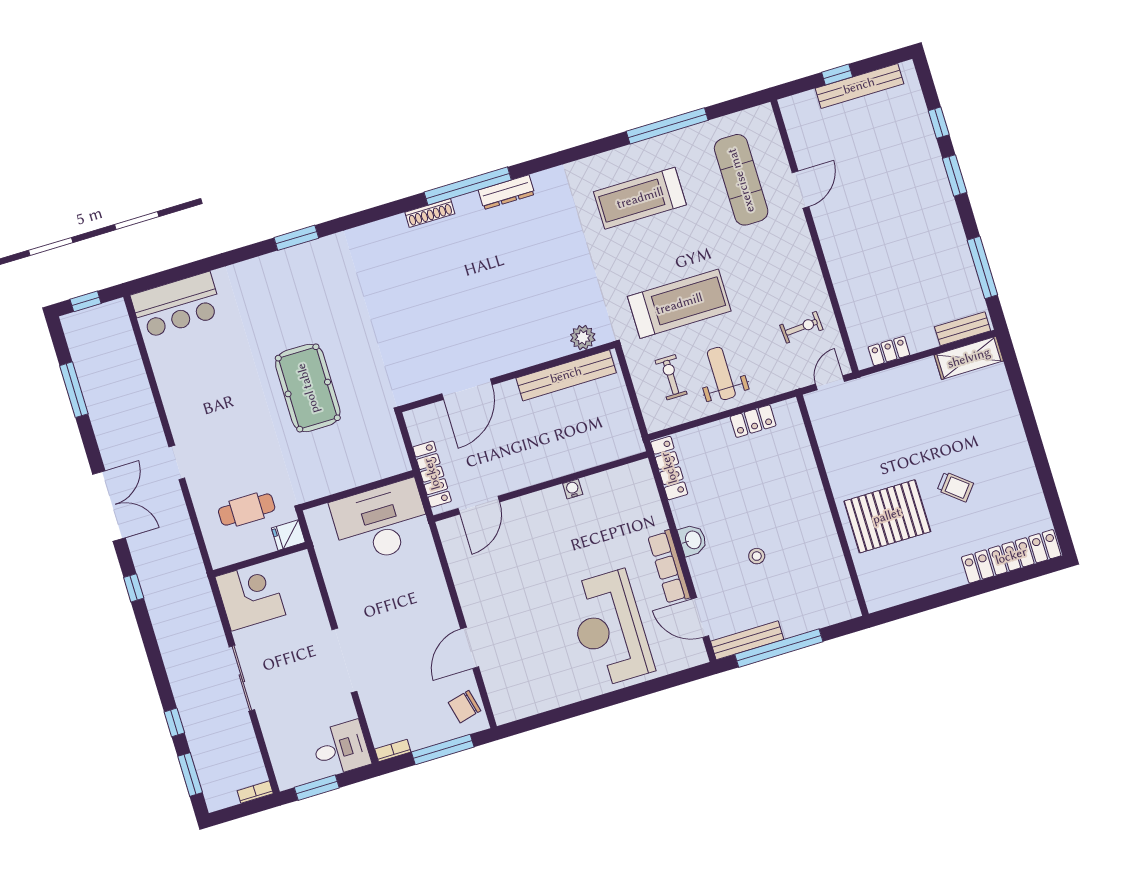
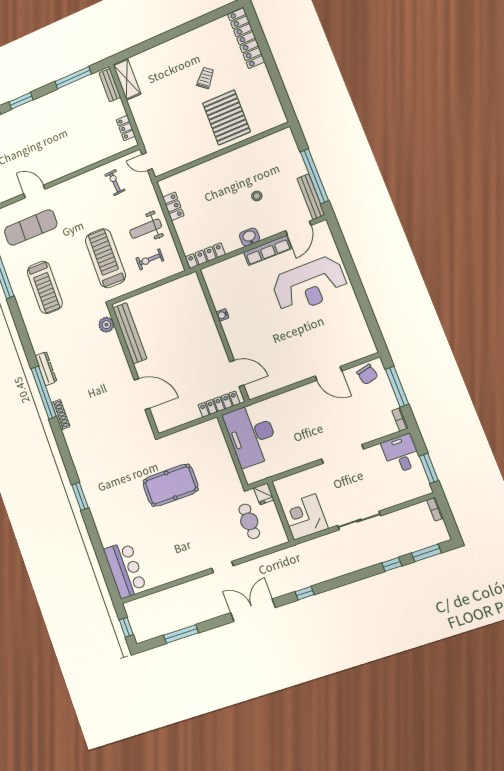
plant: (583, 337) -> (106, 325), moved
bench: (566, 375) -> (130, 333), moved
wall: (508, 377) -> (133, 369), moved
door: (467, 389) -> (142, 394), moved

